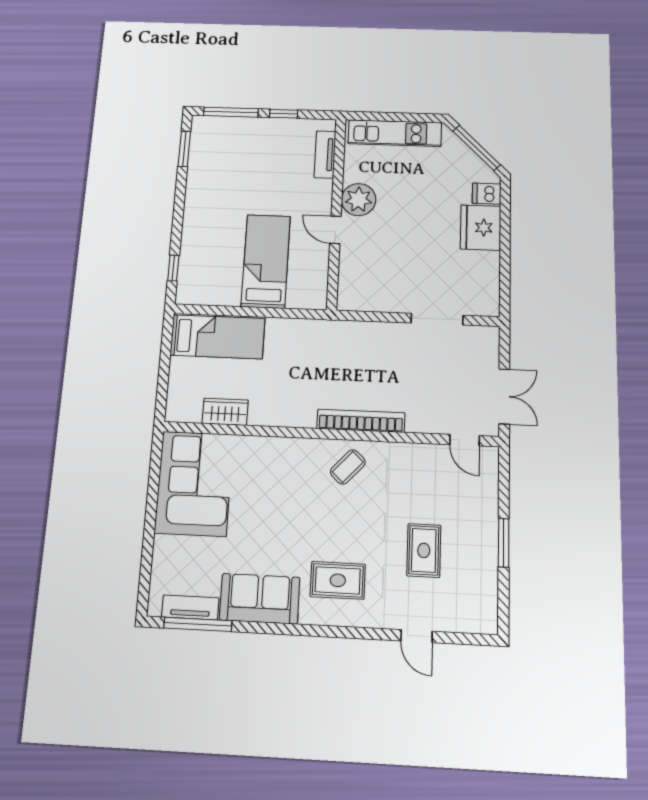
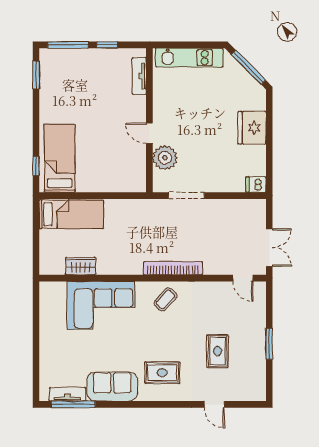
dishwasher: (487, 194) -> (256, 185), moved
plant: (359, 200) -> (165, 158), moved
bed: (266, 261) -> (60, 158), moved
doorway: (437, 319) -> (186, 196), moved
corner sofa: (194, 483) -> (101, 305), moved, turned 90

